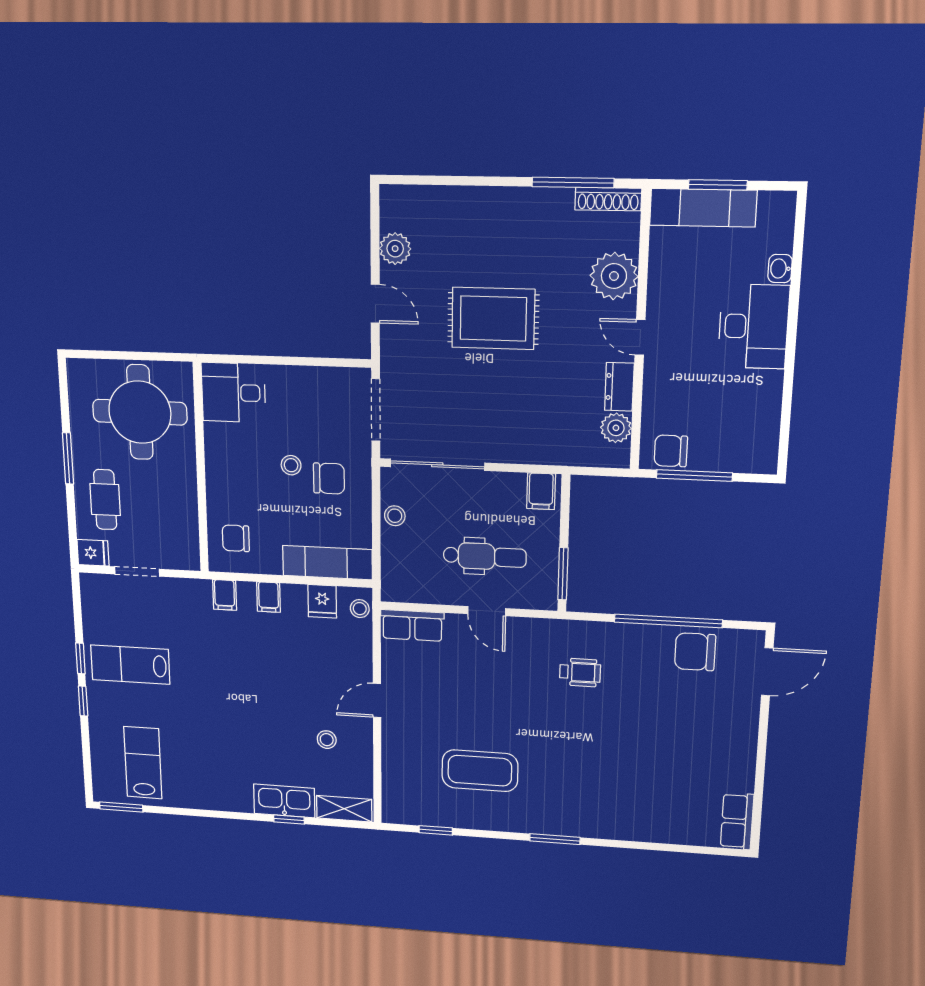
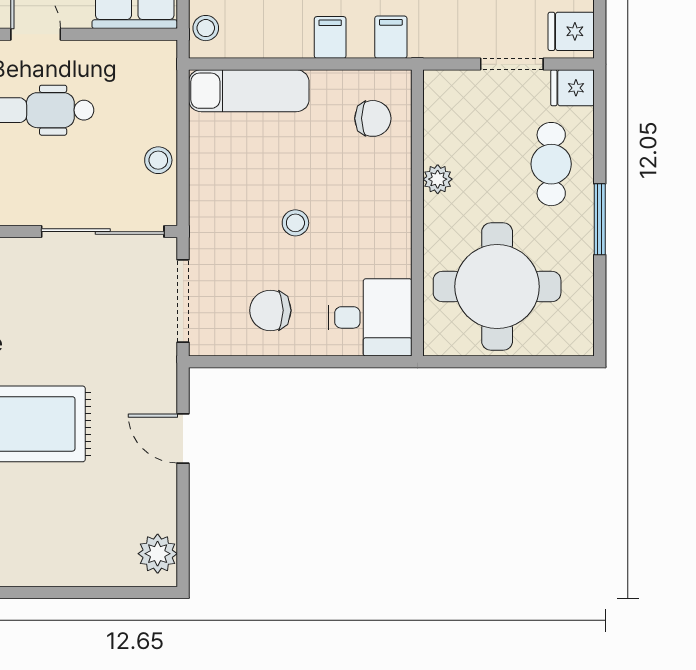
plant: (395, 249) -> (158, 554), moved
chair: (329, 478) -> (270, 310), moved
plant: (187, 492) -> (438, 179), added
fridge: (322, 601) -> (571, 31), moved, turned -90

